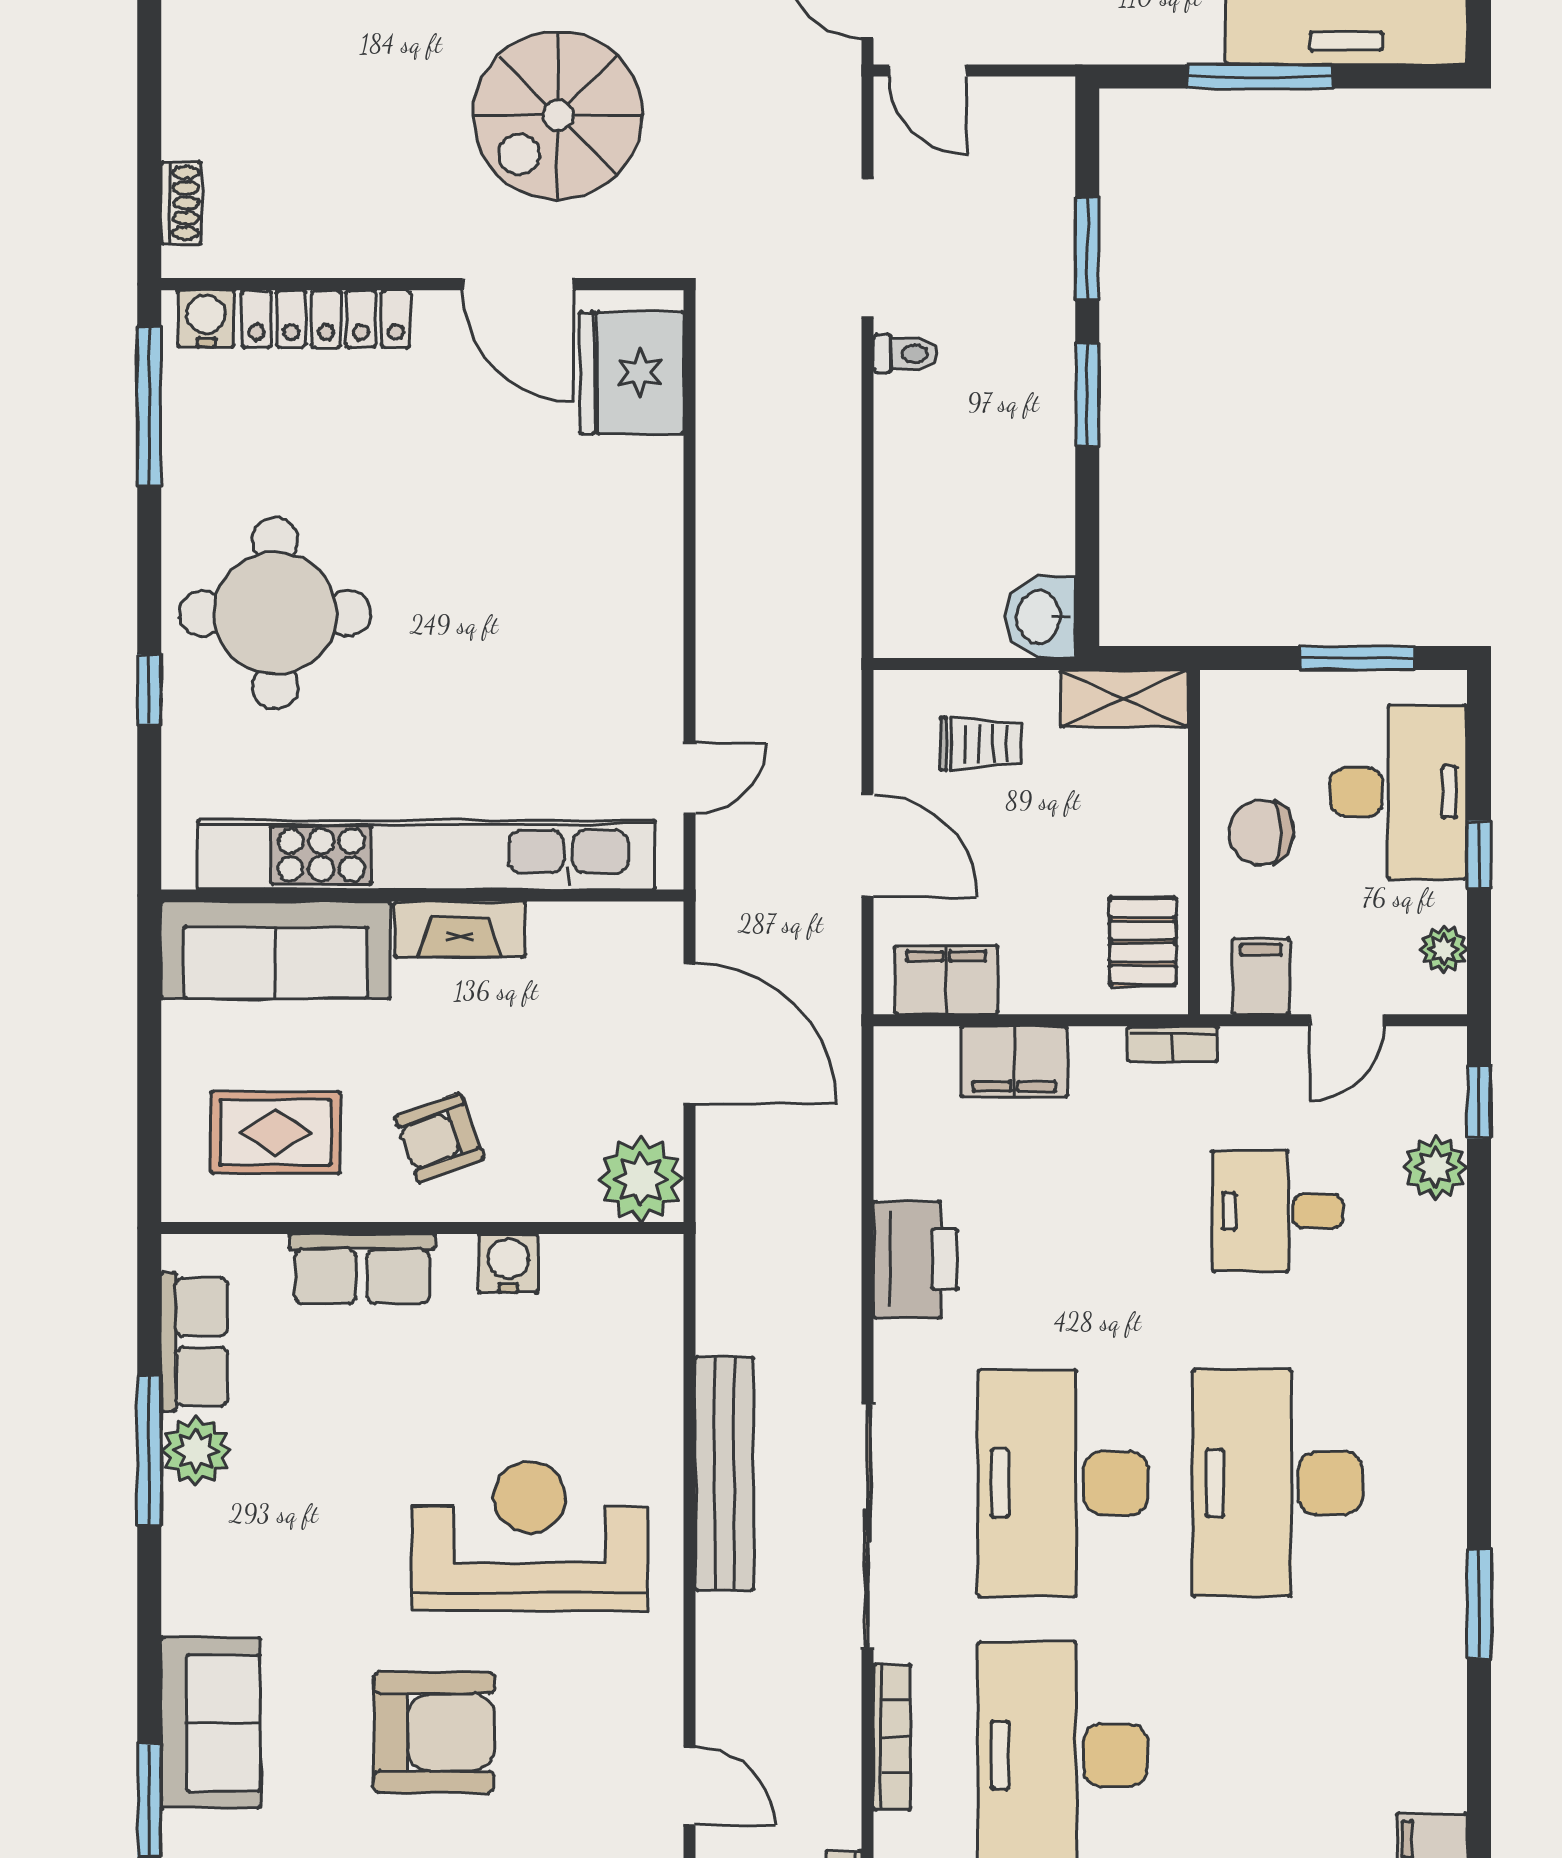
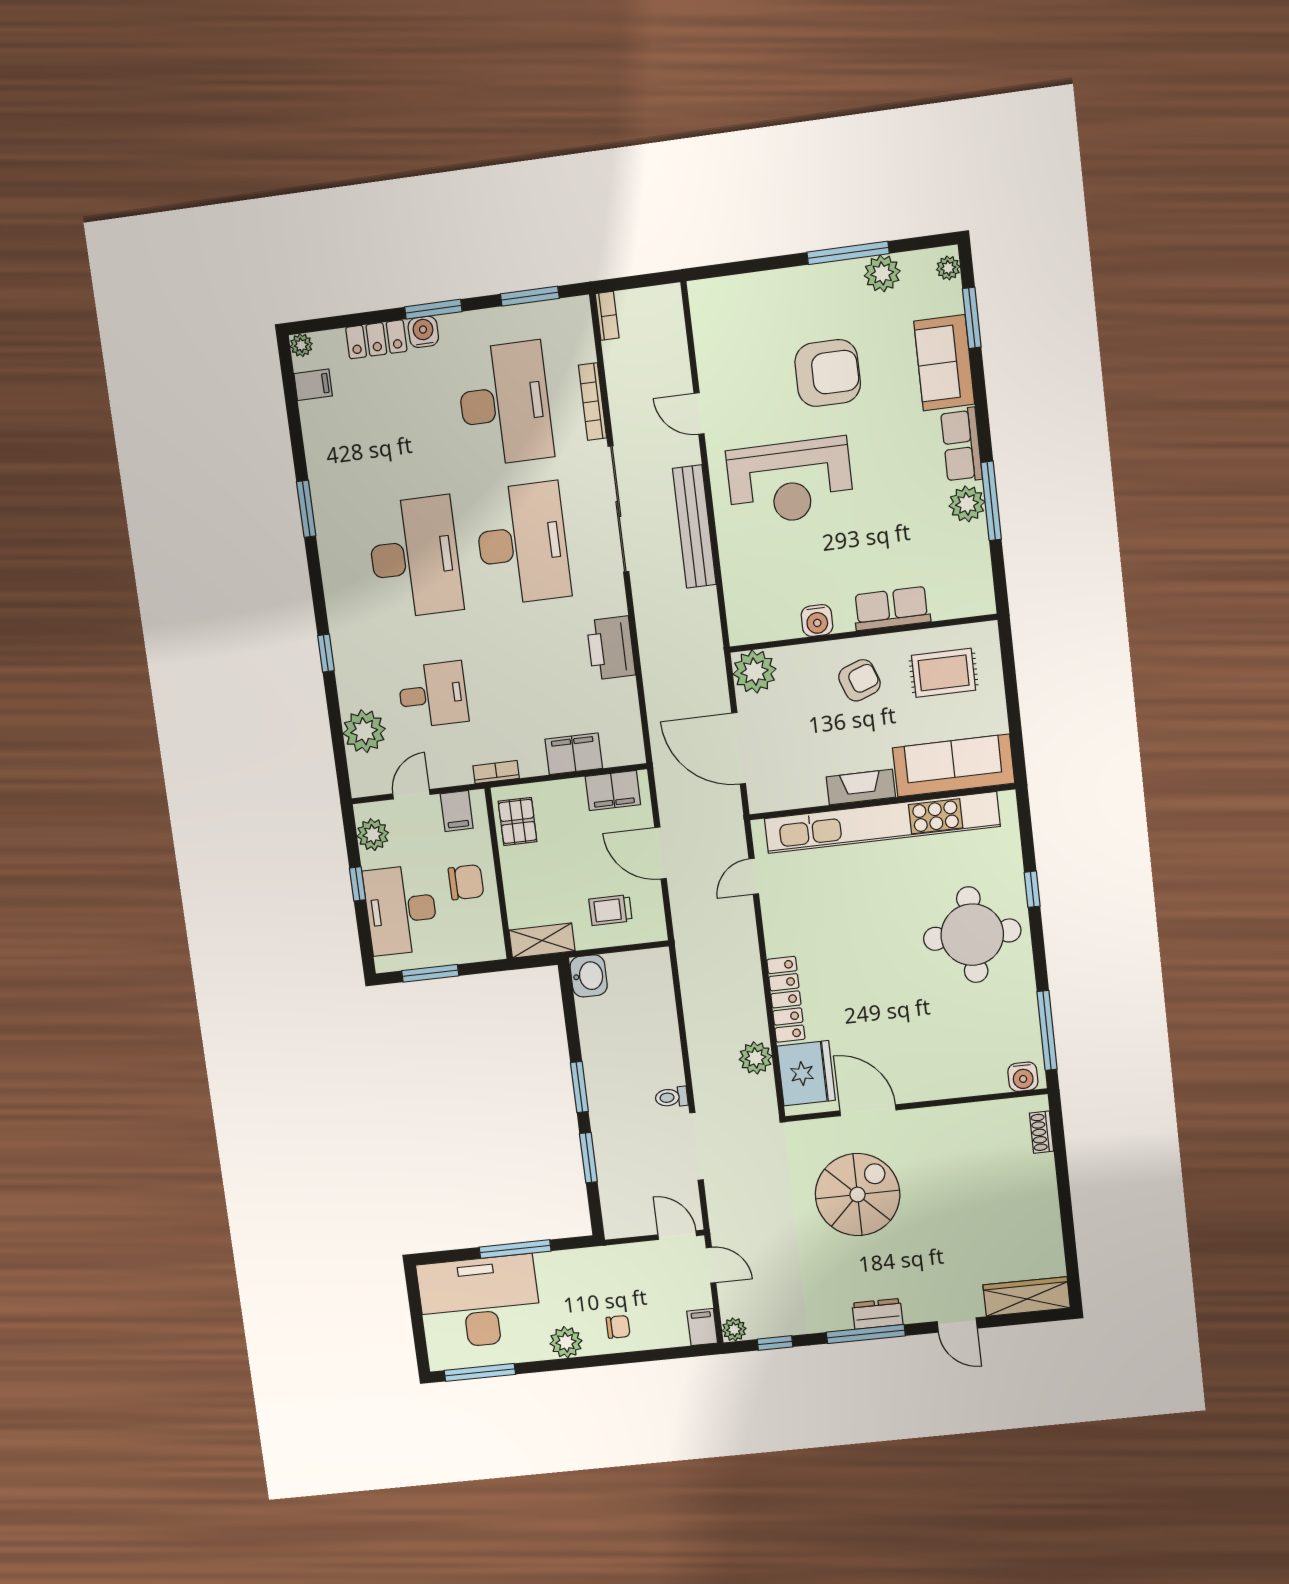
locker: (326, 319) -> (786, 999), moved, turned 90
plant: (729, 415) -> (756, 1058), added
plant: (1444, 949) -> (373, 835), width x1.38, depth x1.38
window: (1479, 1102) -> (326, 653), moved
plant: (1435, 1167) -> (364, 731), width x1.36, depth x1.36
row of seats: (194, 1342) -> (962, 445), moved
armchair: (434, 1732) -> (828, 373), turned 180
door: (689, 1786) -> (699, 413), moved

